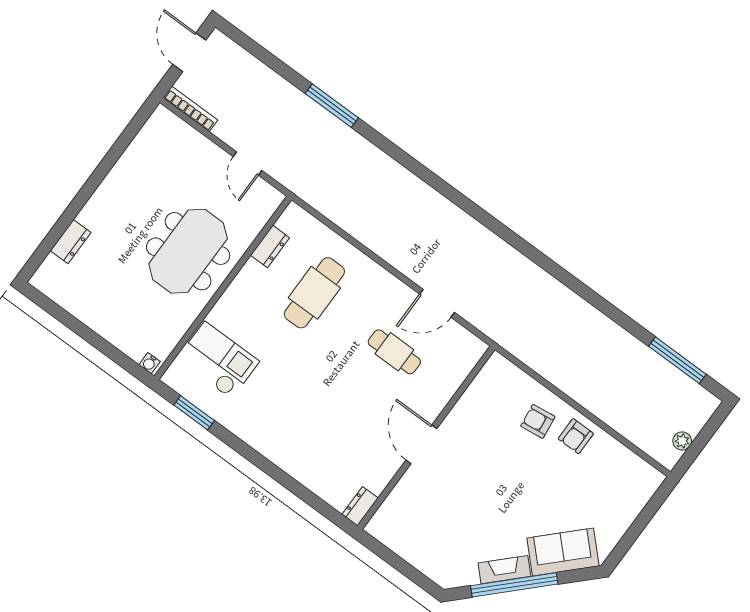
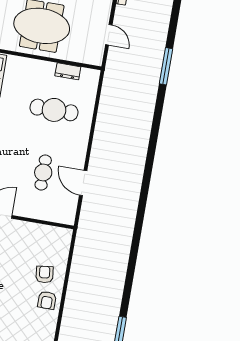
door: (247, 164) -> (109, 35), swing flipped
armchair: (576, 436) -> (47, 300), turned -90

